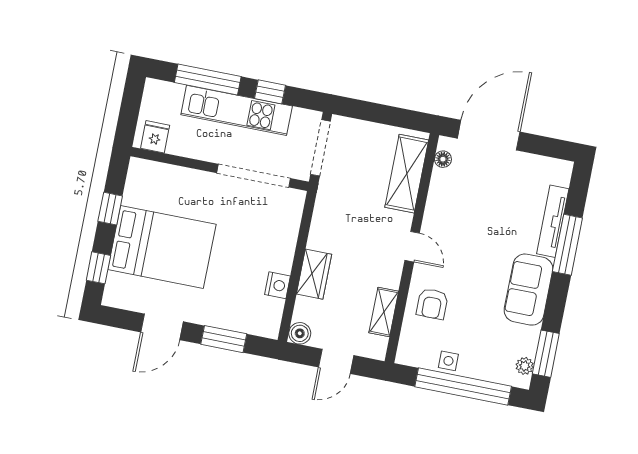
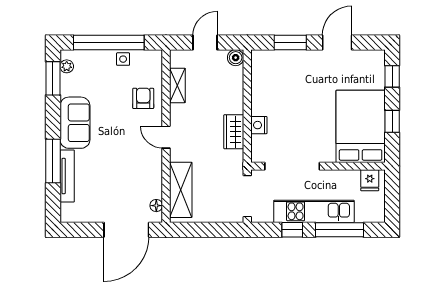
bed: (162, 247) -> (361, 126), moved, turned 90
wardrobe: (314, 274) -> (234, 132), moved
nightstand: (278, 285) -> (259, 125), moved

